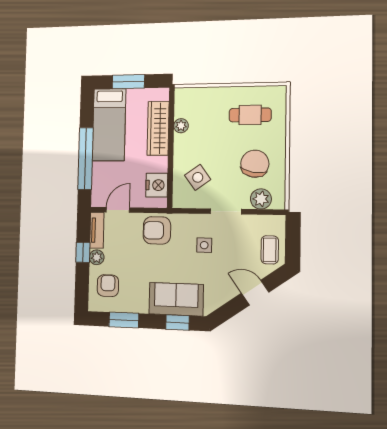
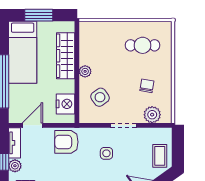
plant: (181, 126) -> (85, 71), moved
chair: (255, 164) -> (147, 86), width x0.54, depth x0.54

